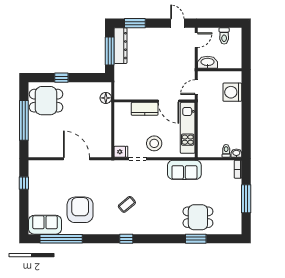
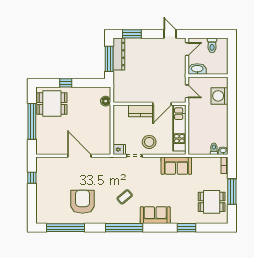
door: (196, 87) -> (187, 91), swing flipped
door: (169, 101) -> (162, 104), hinge flipped
dining table: (198, 217) -> (212, 202), moved
sofa: (45, 225) -> (155, 215), moved
window: (126, 239) -> (124, 228), width x3.17

